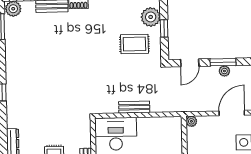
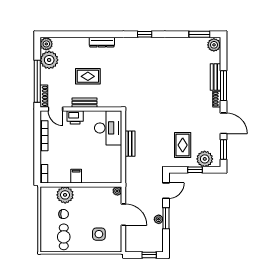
door: (190, 63) -> (166, 191), swing flipped
door: (232, 113) -> (123, 215), moved

